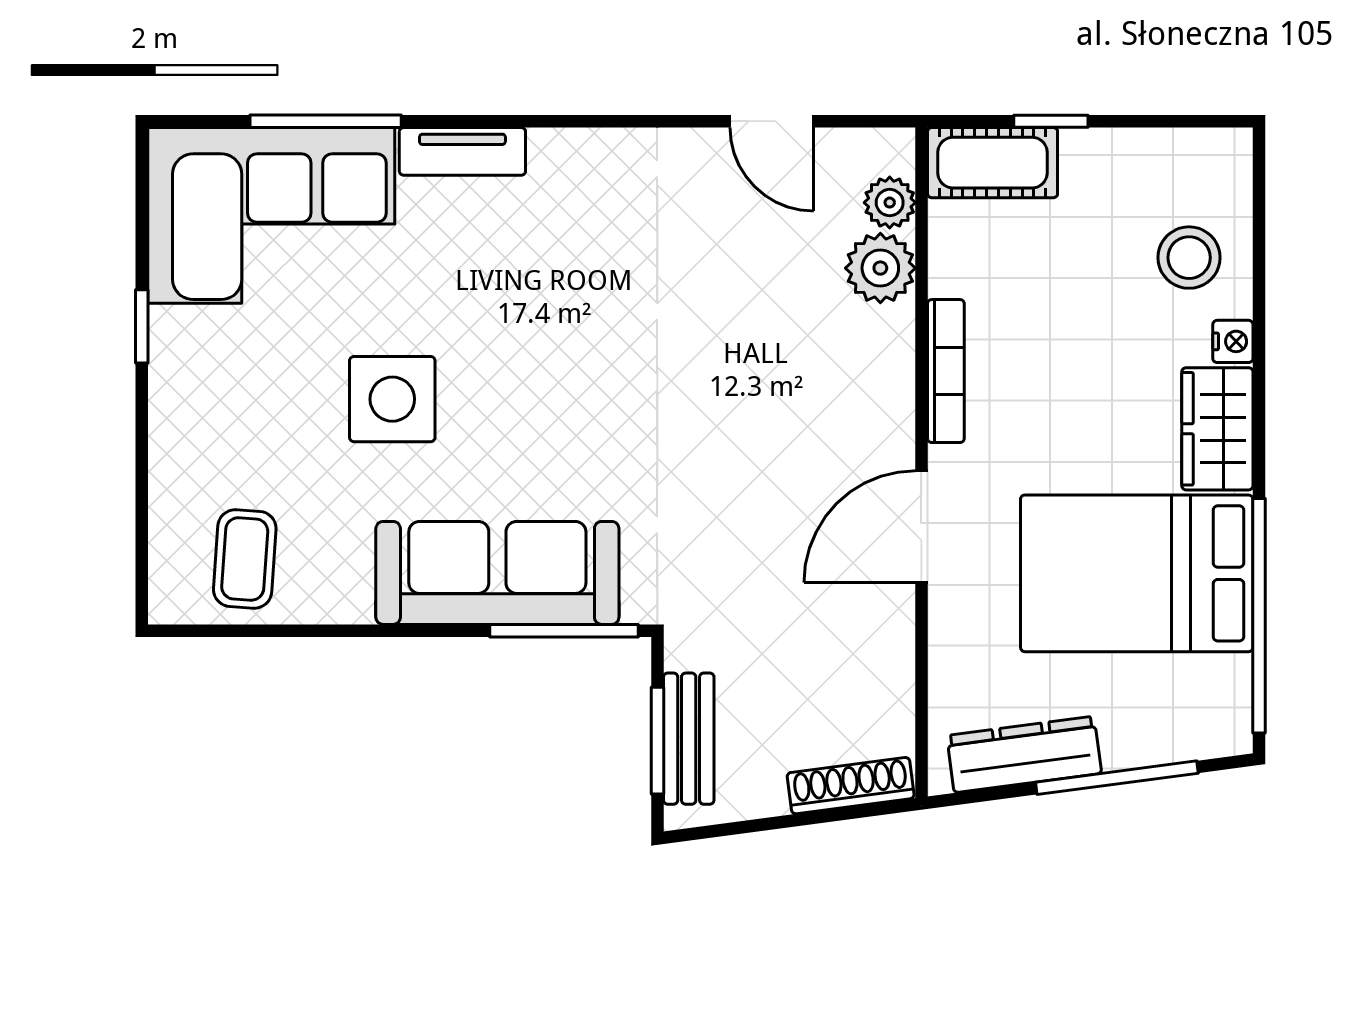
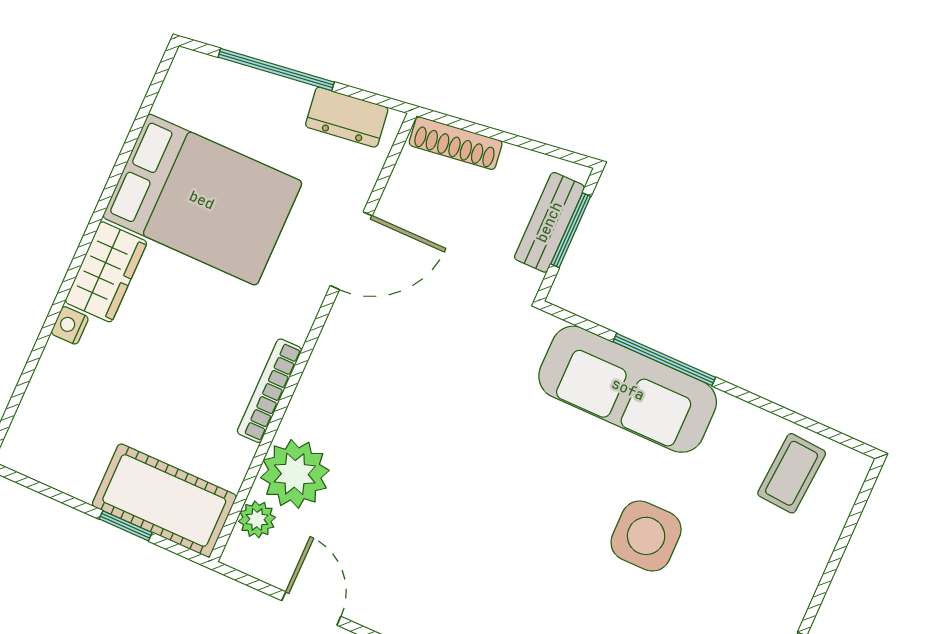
cot: (993, 163) -> (164, 500), width x1.37, depth x1.34
stool: (1189, 258) -> (74, 394), removed
plant: (880, 268) -> (295, 474), width x1.36, depth x1.36
door: (921, 527) -> (351, 251), moved
window: (1259, 616) -> (134, 135), removed
window: (564, 631) -> (664, 360), moved
dresser: (1024, 754) -> (347, 117), width x0.70

